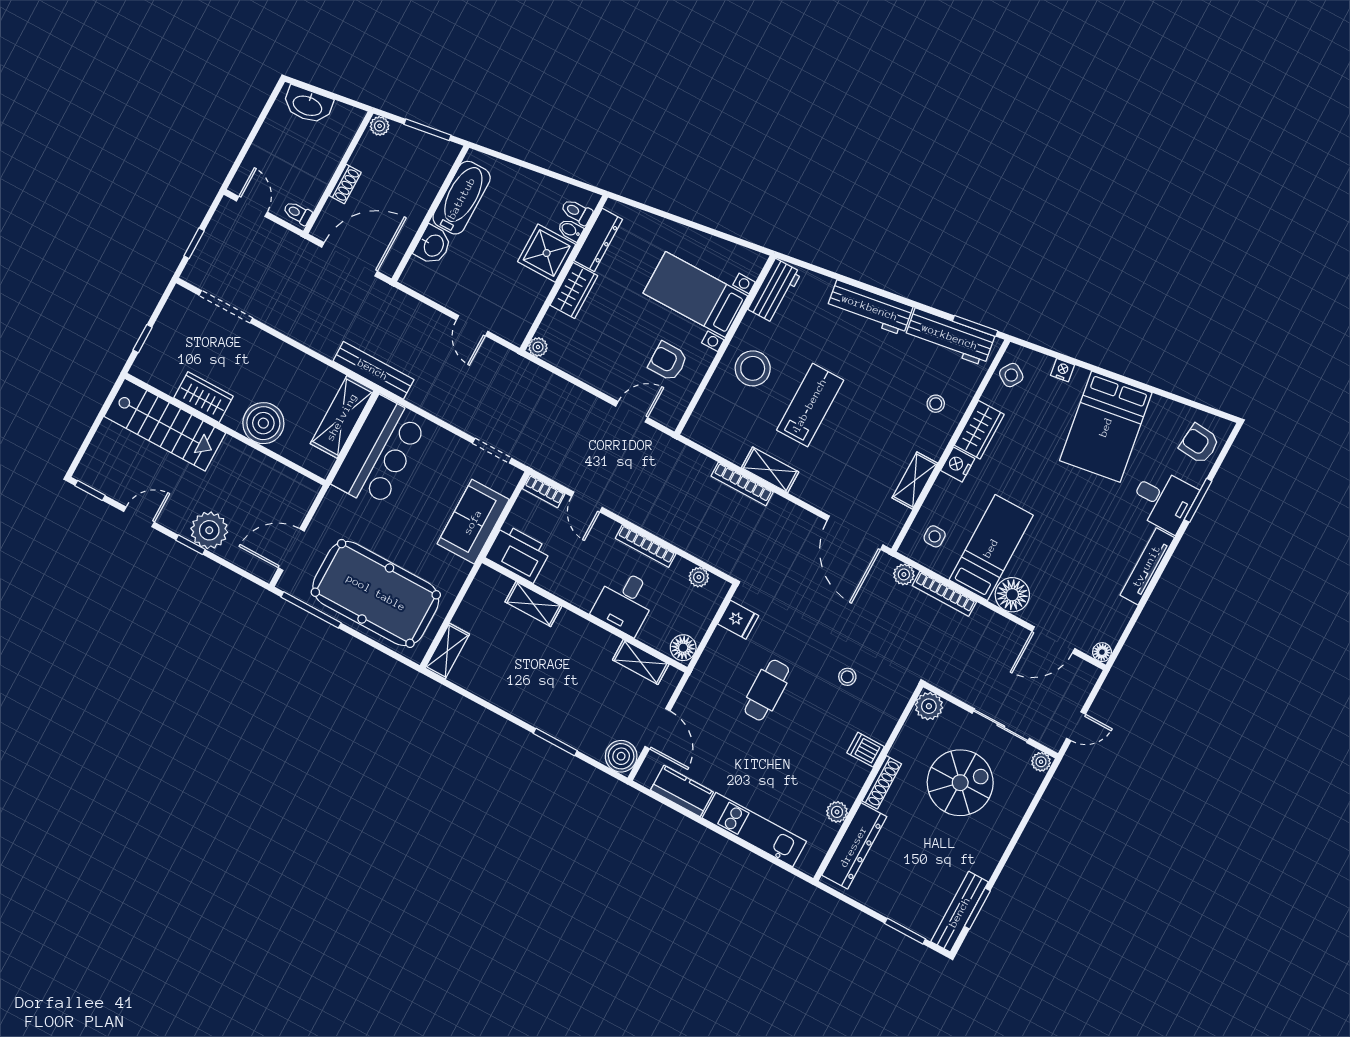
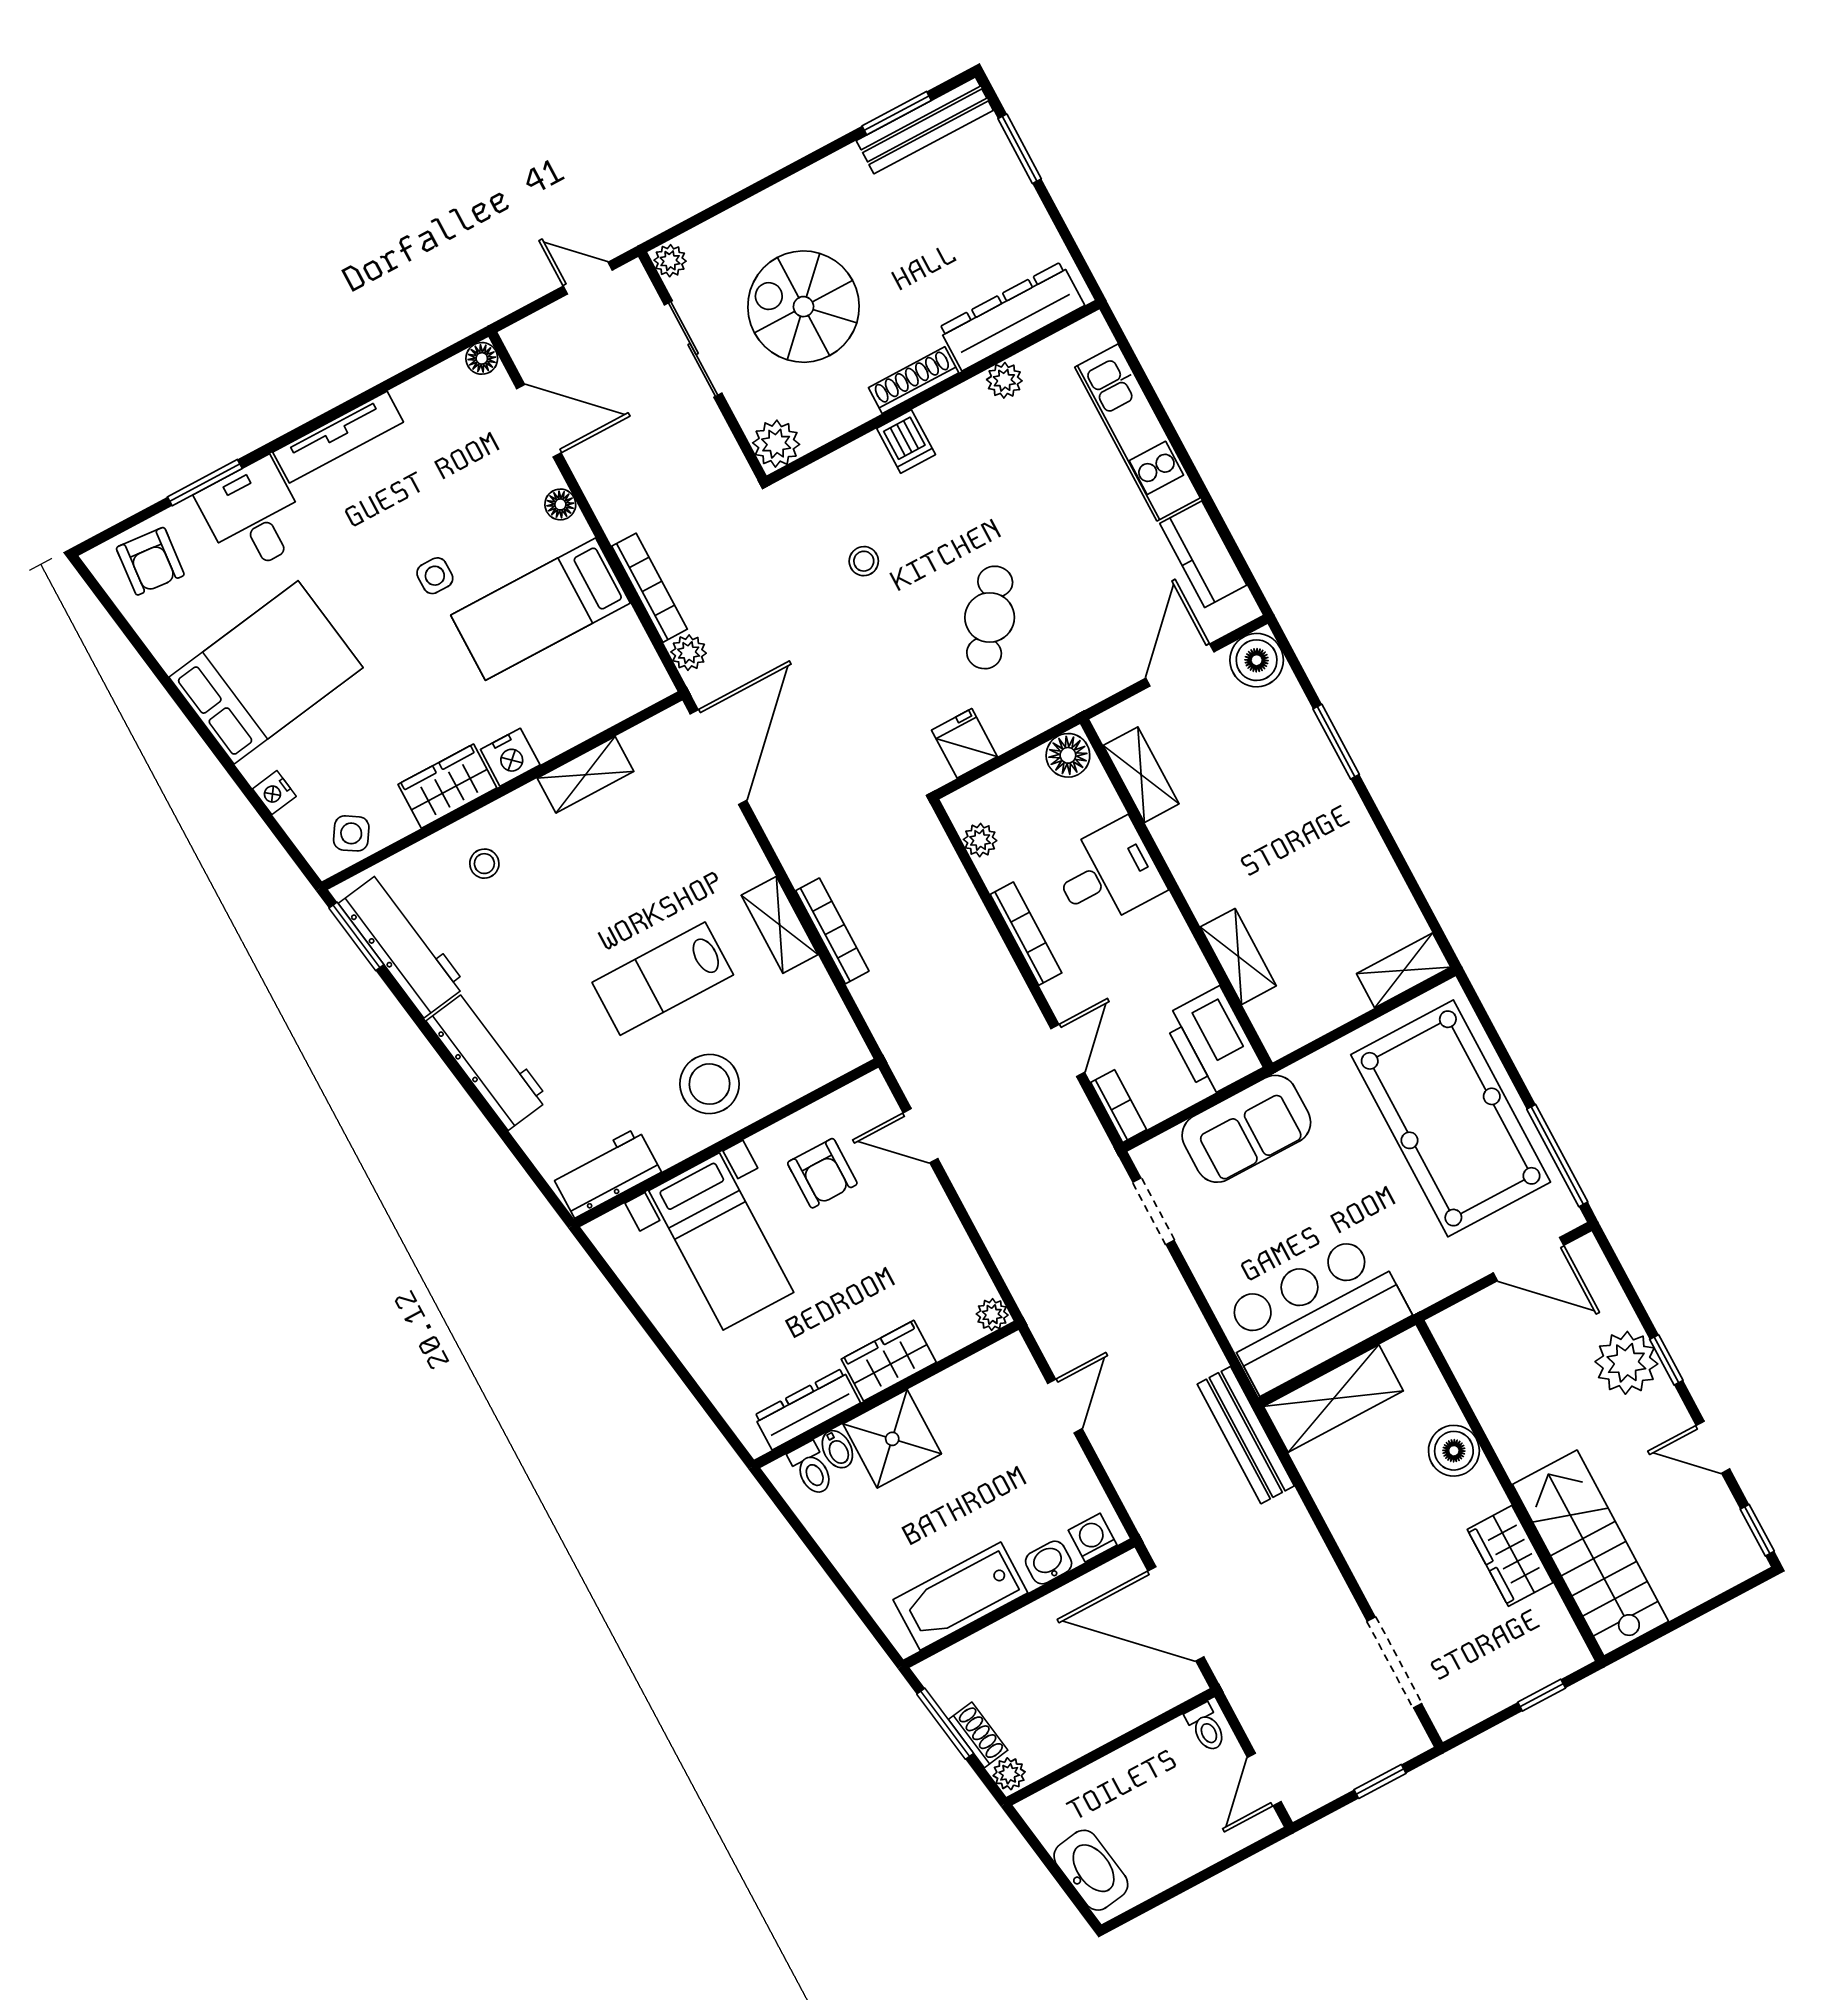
shoe rack: (345, 184) -> (978, 1735), moved, turned 81
washbasin: (433, 245) -> (1049, 1563), width x0.72, depth x0.69
washing machine: (415, 270) -> (1093, 1538), added
boiler: (263, 423) -> (1454, 1451), width x0.73, depth x0.73
side table: (935, 536) -> (435, 576), moved
floor lamp: (1012, 595) -> (560, 504), width x0.53, depth x0.53
cafe table: (767, 690) -> (990, 617), turned -53

